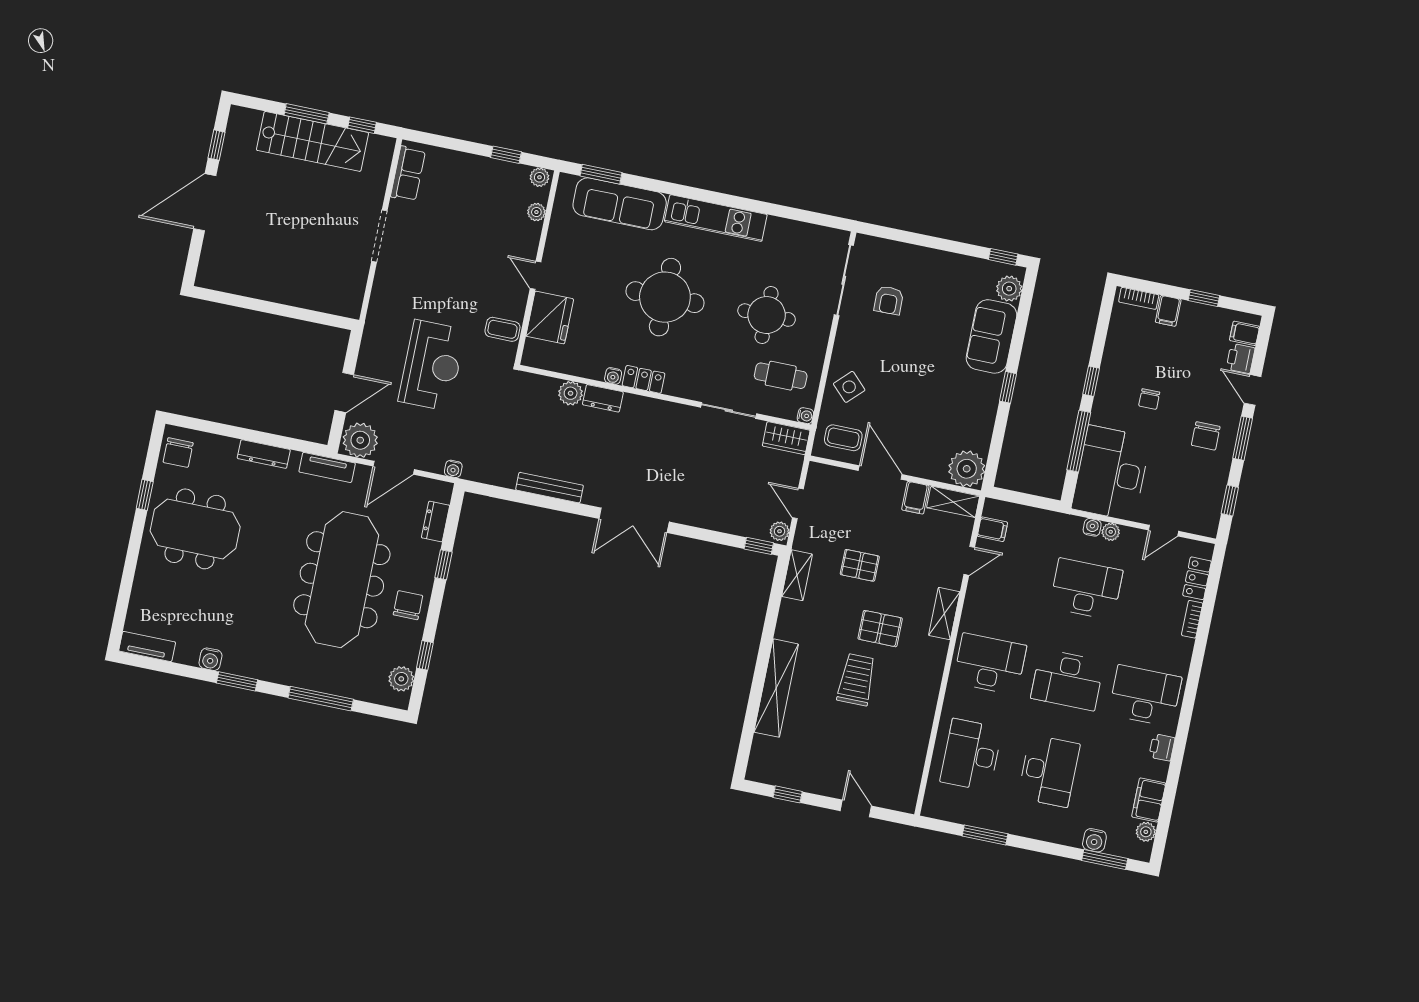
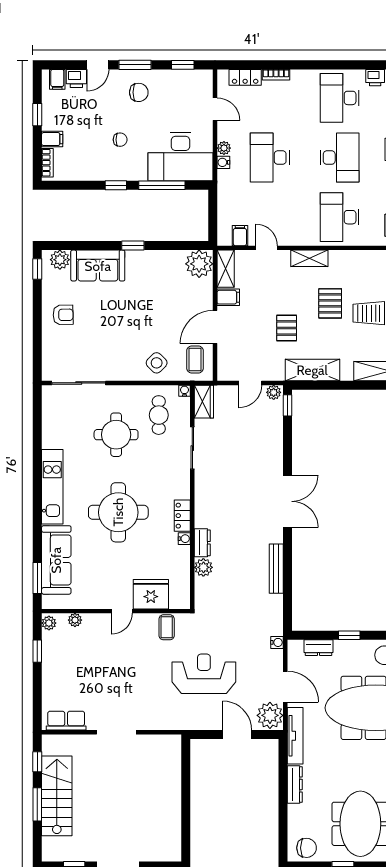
armchair: (889, 300) -> (63, 315), moved
tv unit: (327, 467) -> (295, 736), width x1.41
shelving: (797, 575) -> (312, 370), width x1.50, depth x1.33

